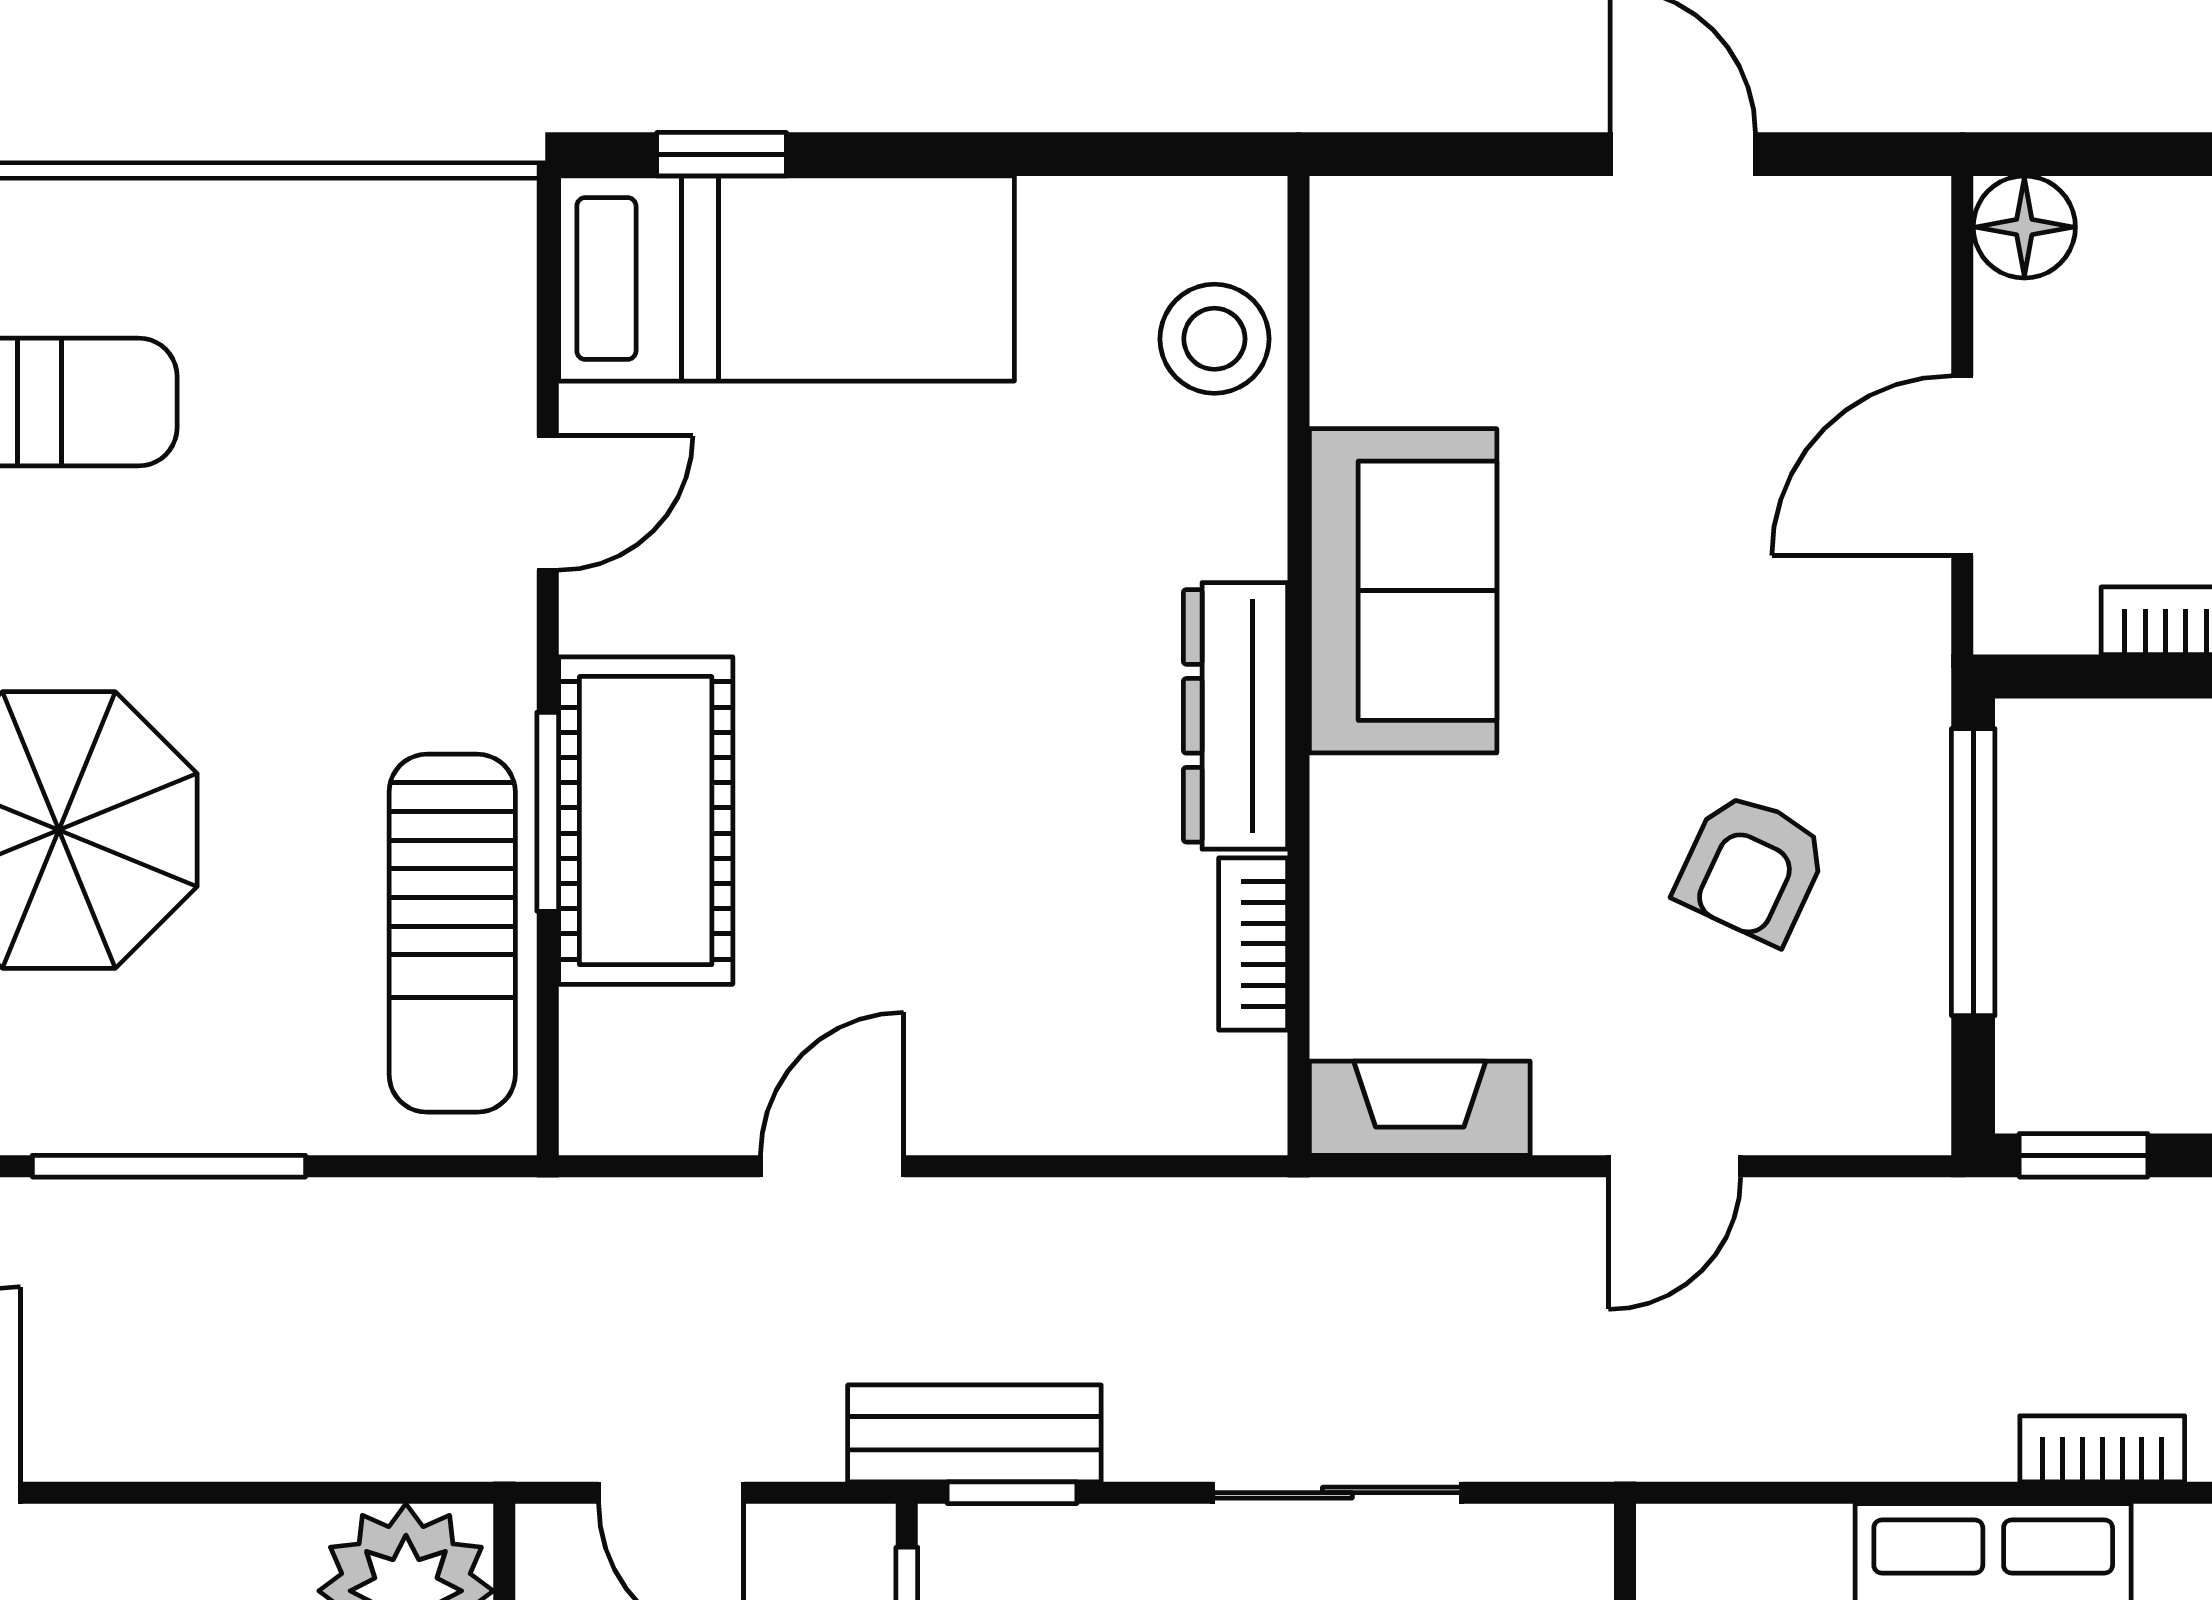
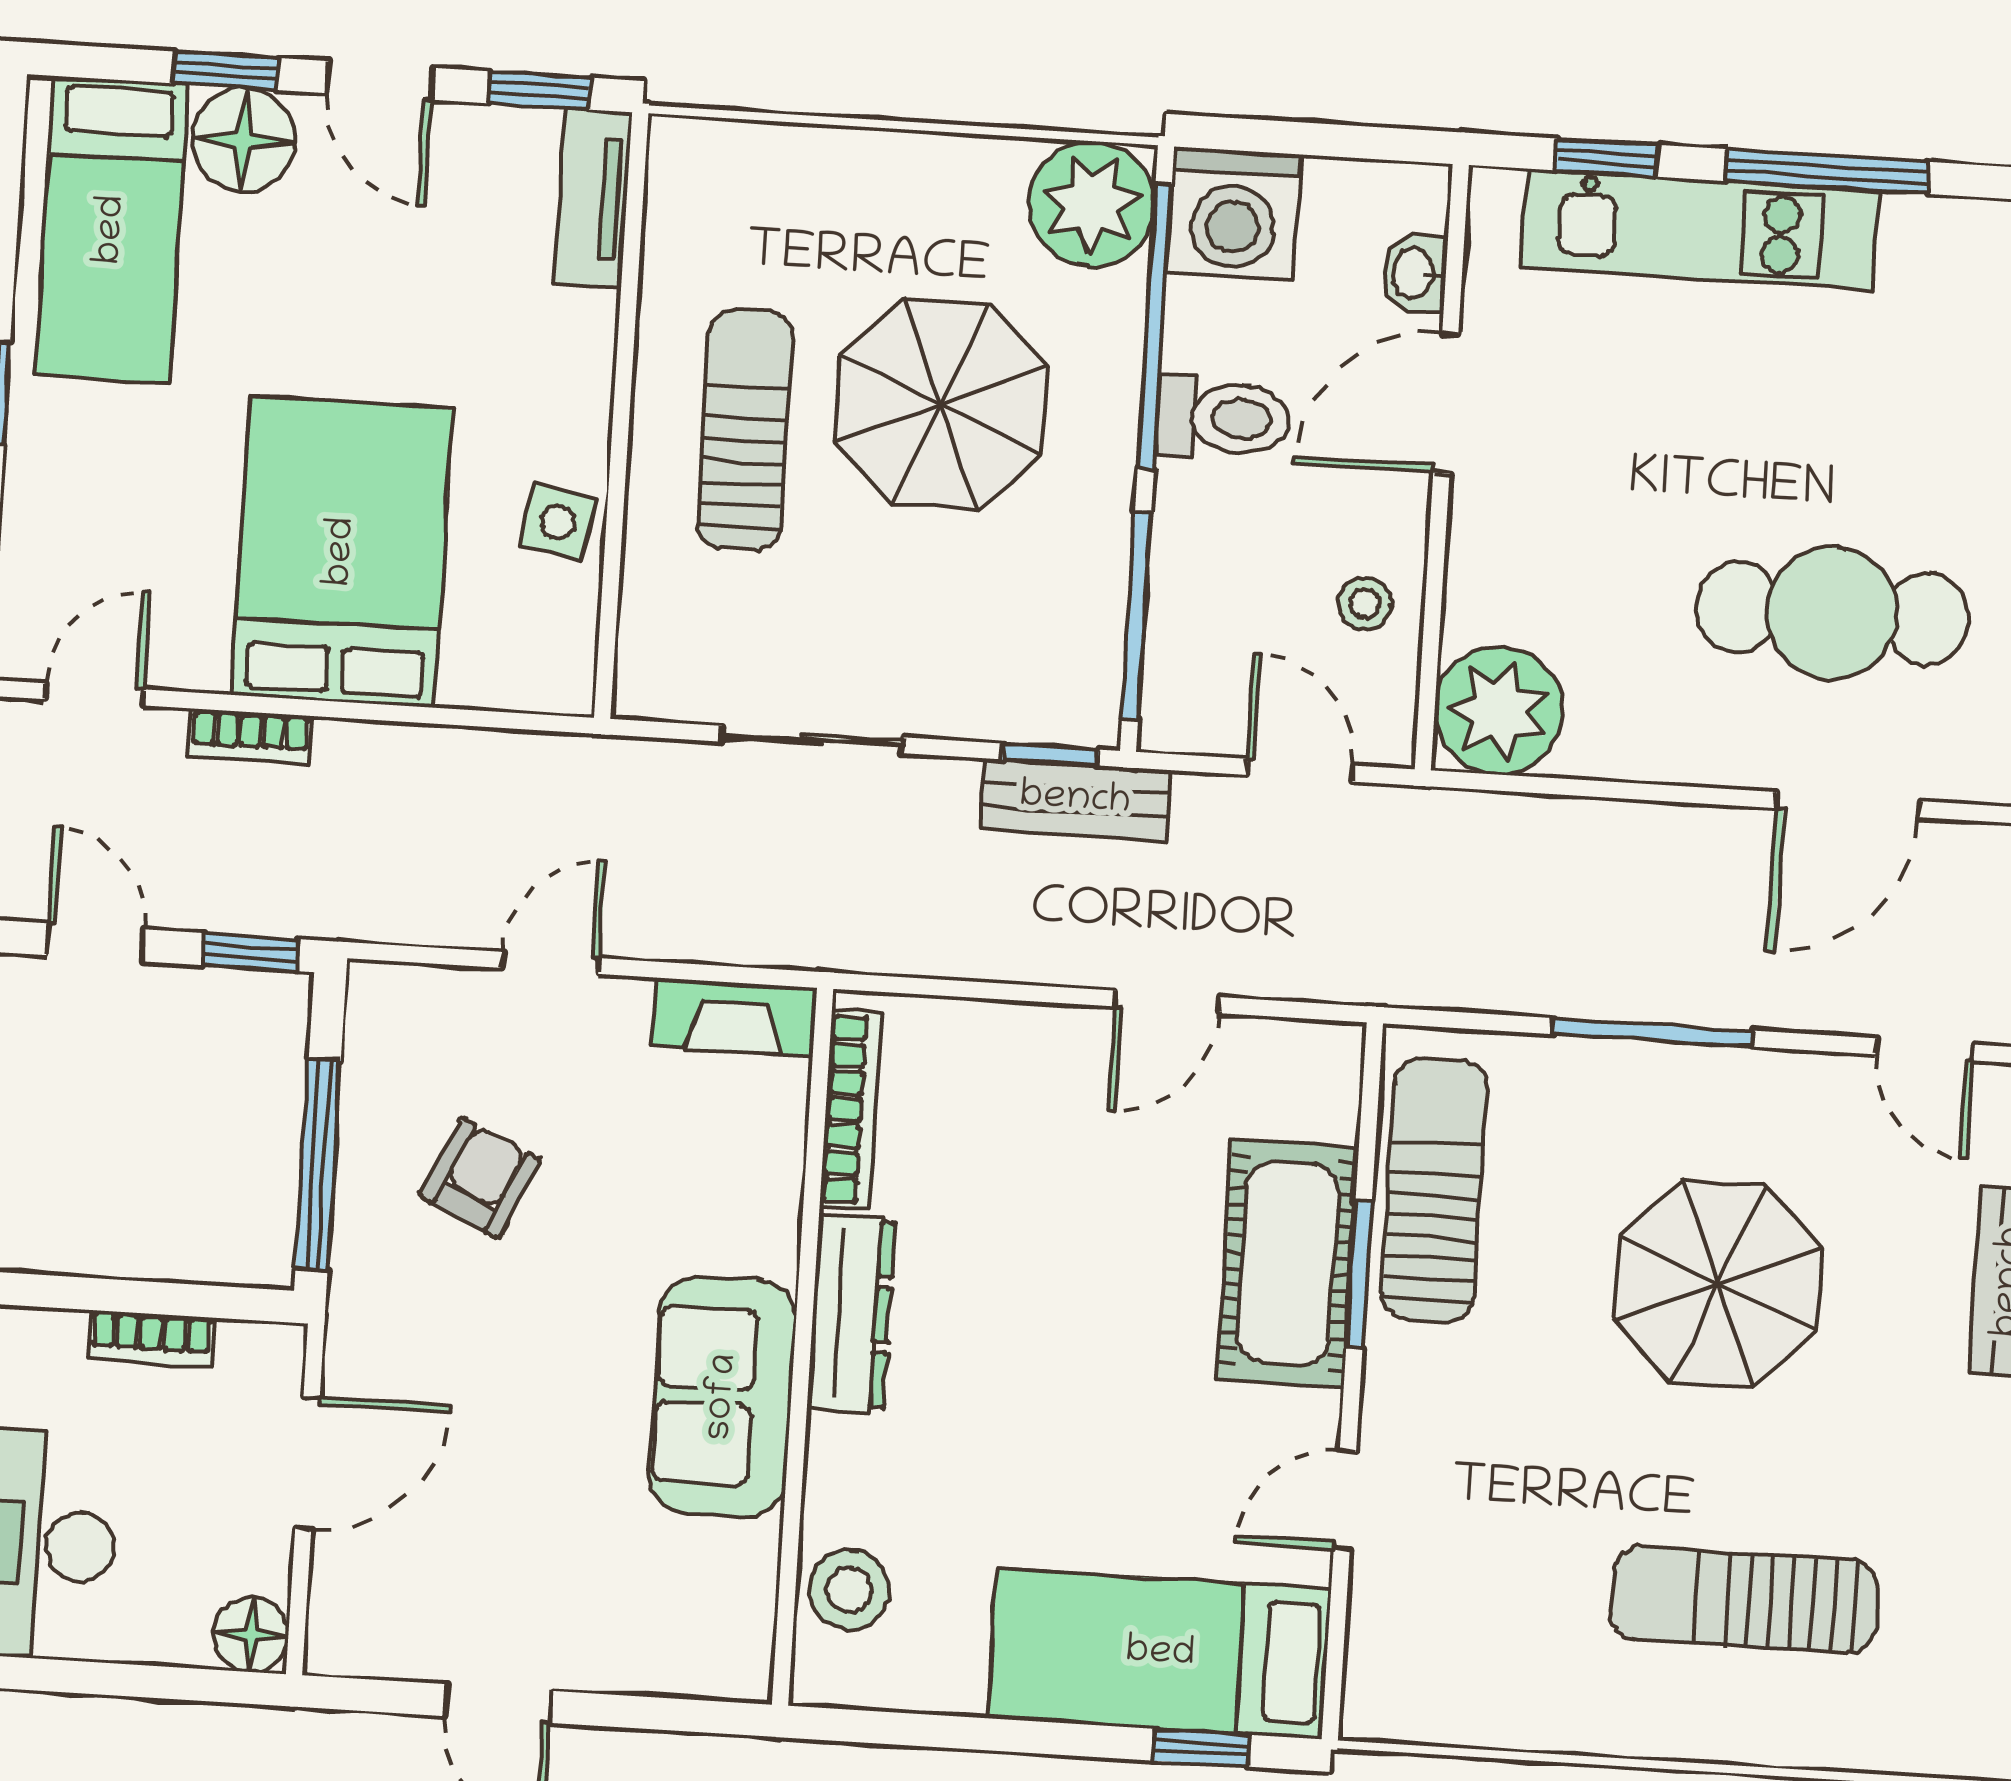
bookcase: (1253, 944) -> (851, 1110), width x1.56

